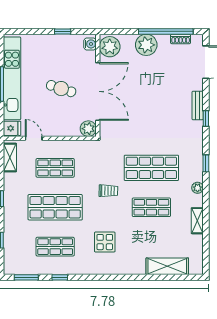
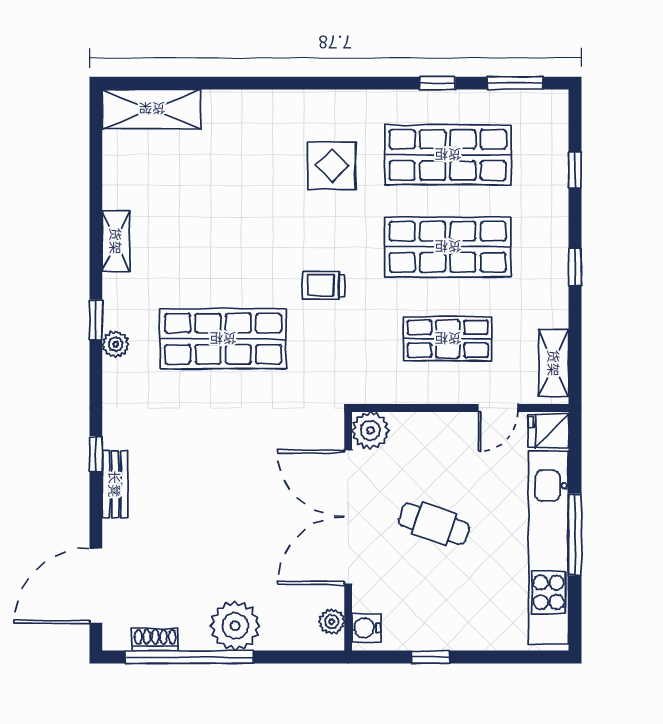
plant: (110, 47) -> (332, 622), width x0.53, depth x0.53
door: (34, 138) -> (498, 408), hinge flipped
window: (206, 163) -> (96, 320), moved
plant: (198, 188) -> (115, 344), moved
shop shelf: (151, 207) -> (223, 247), removed
shelving: (197, 221) -> (116, 241), moved
shop shelf: (55, 247) -> (448, 155), width x1.43, depth x1.36
shelving: (167, 266) -> (152, 109), moved

